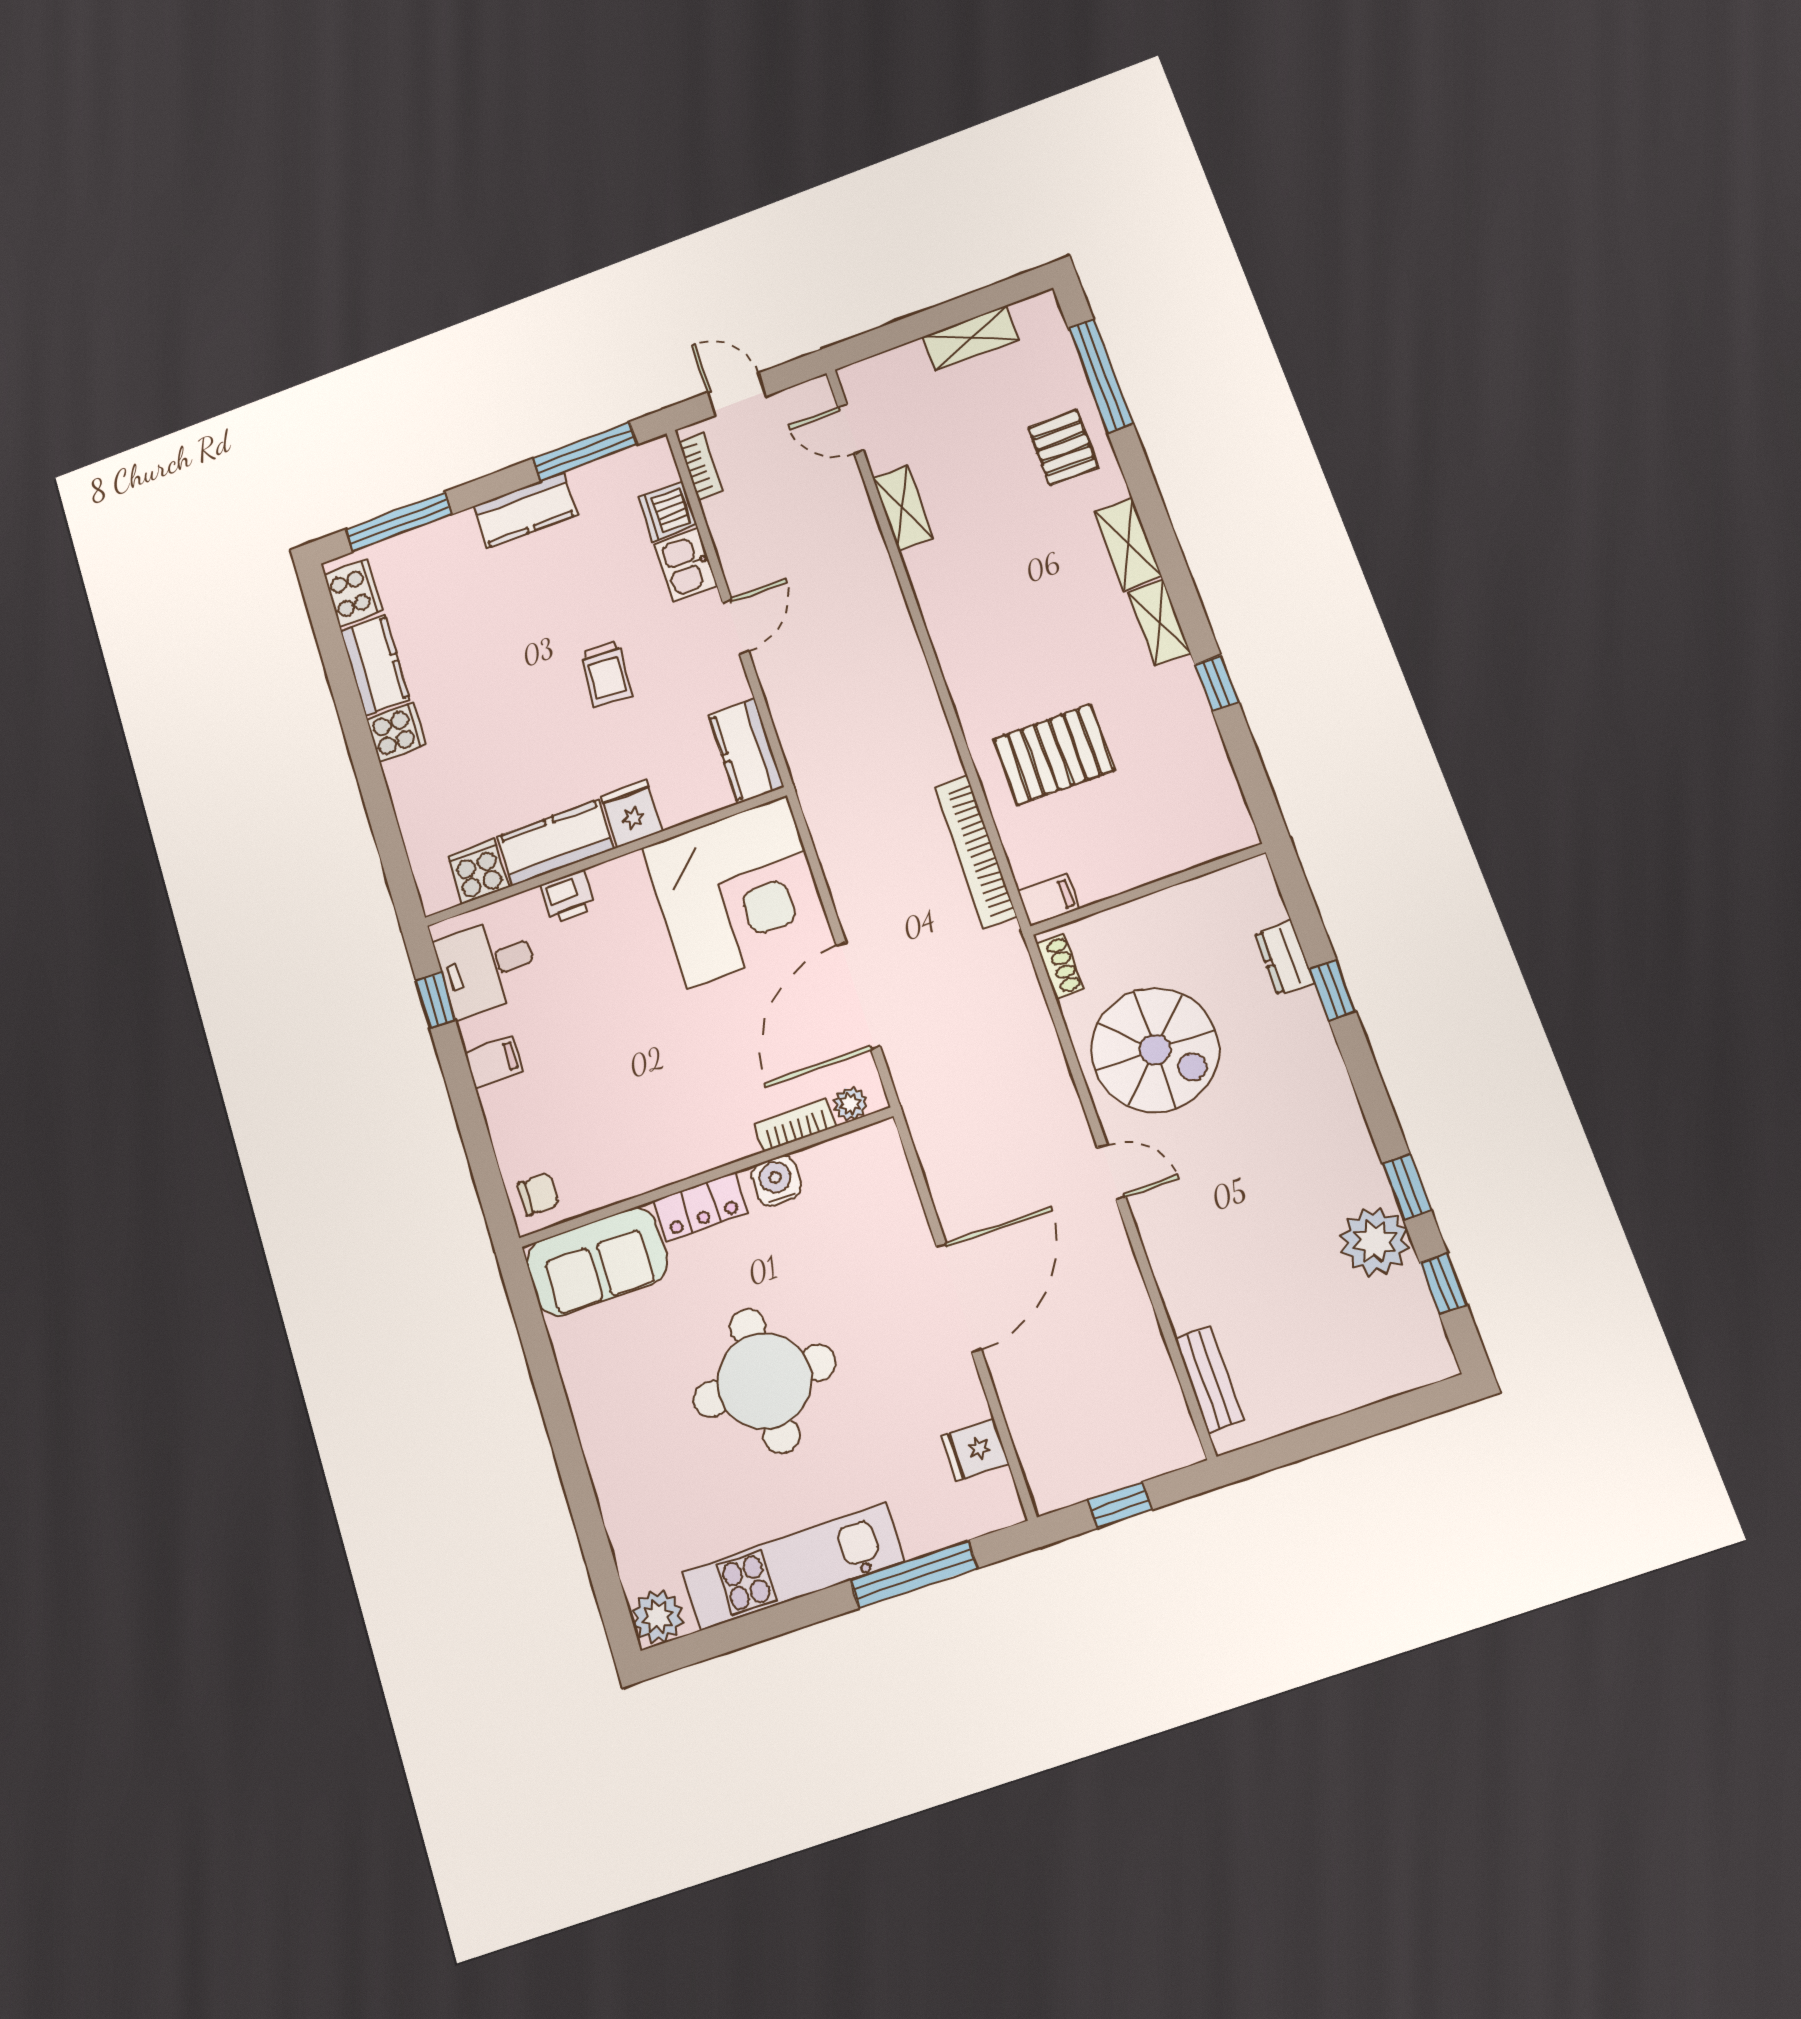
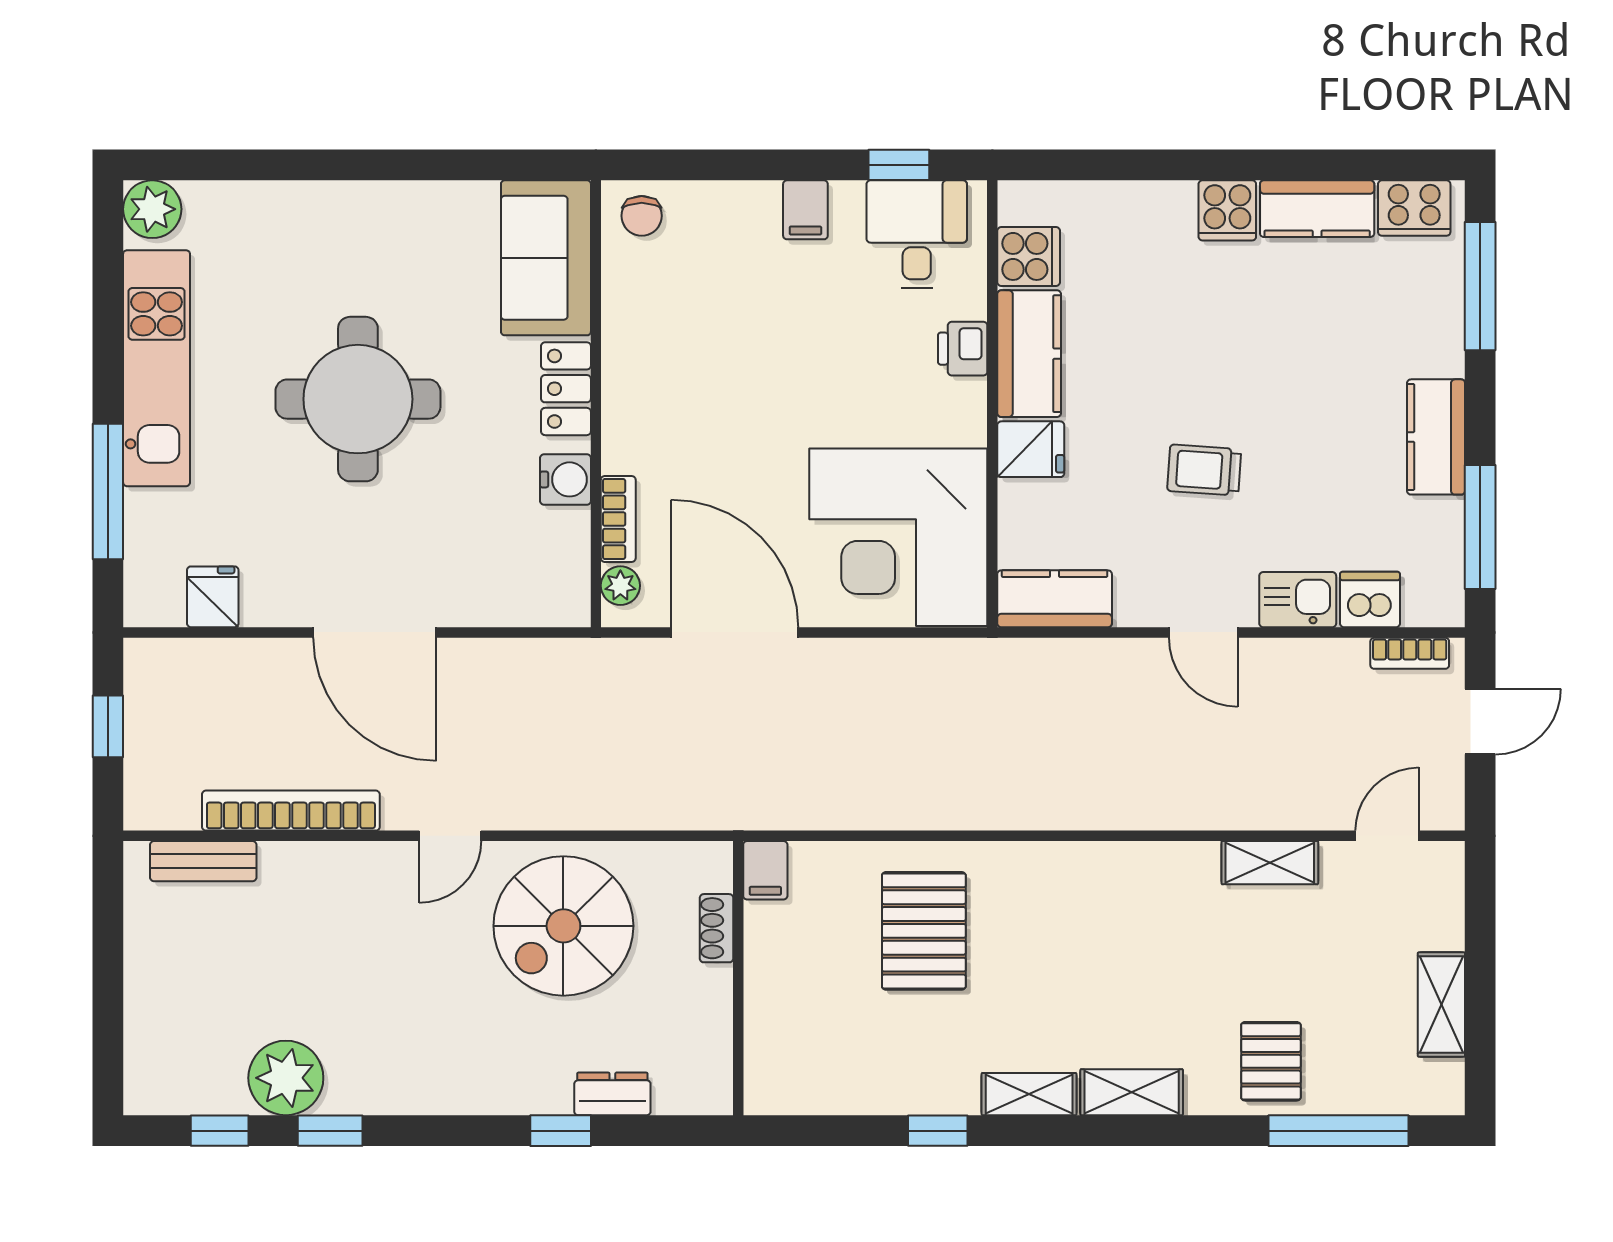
pallet: (1063, 448) -> (1271, 1061), turned 90
bookcase: (975, 852) -> (291, 811), moved
shoe rack: (1060, 966) -> (716, 928), moved, turned 90

